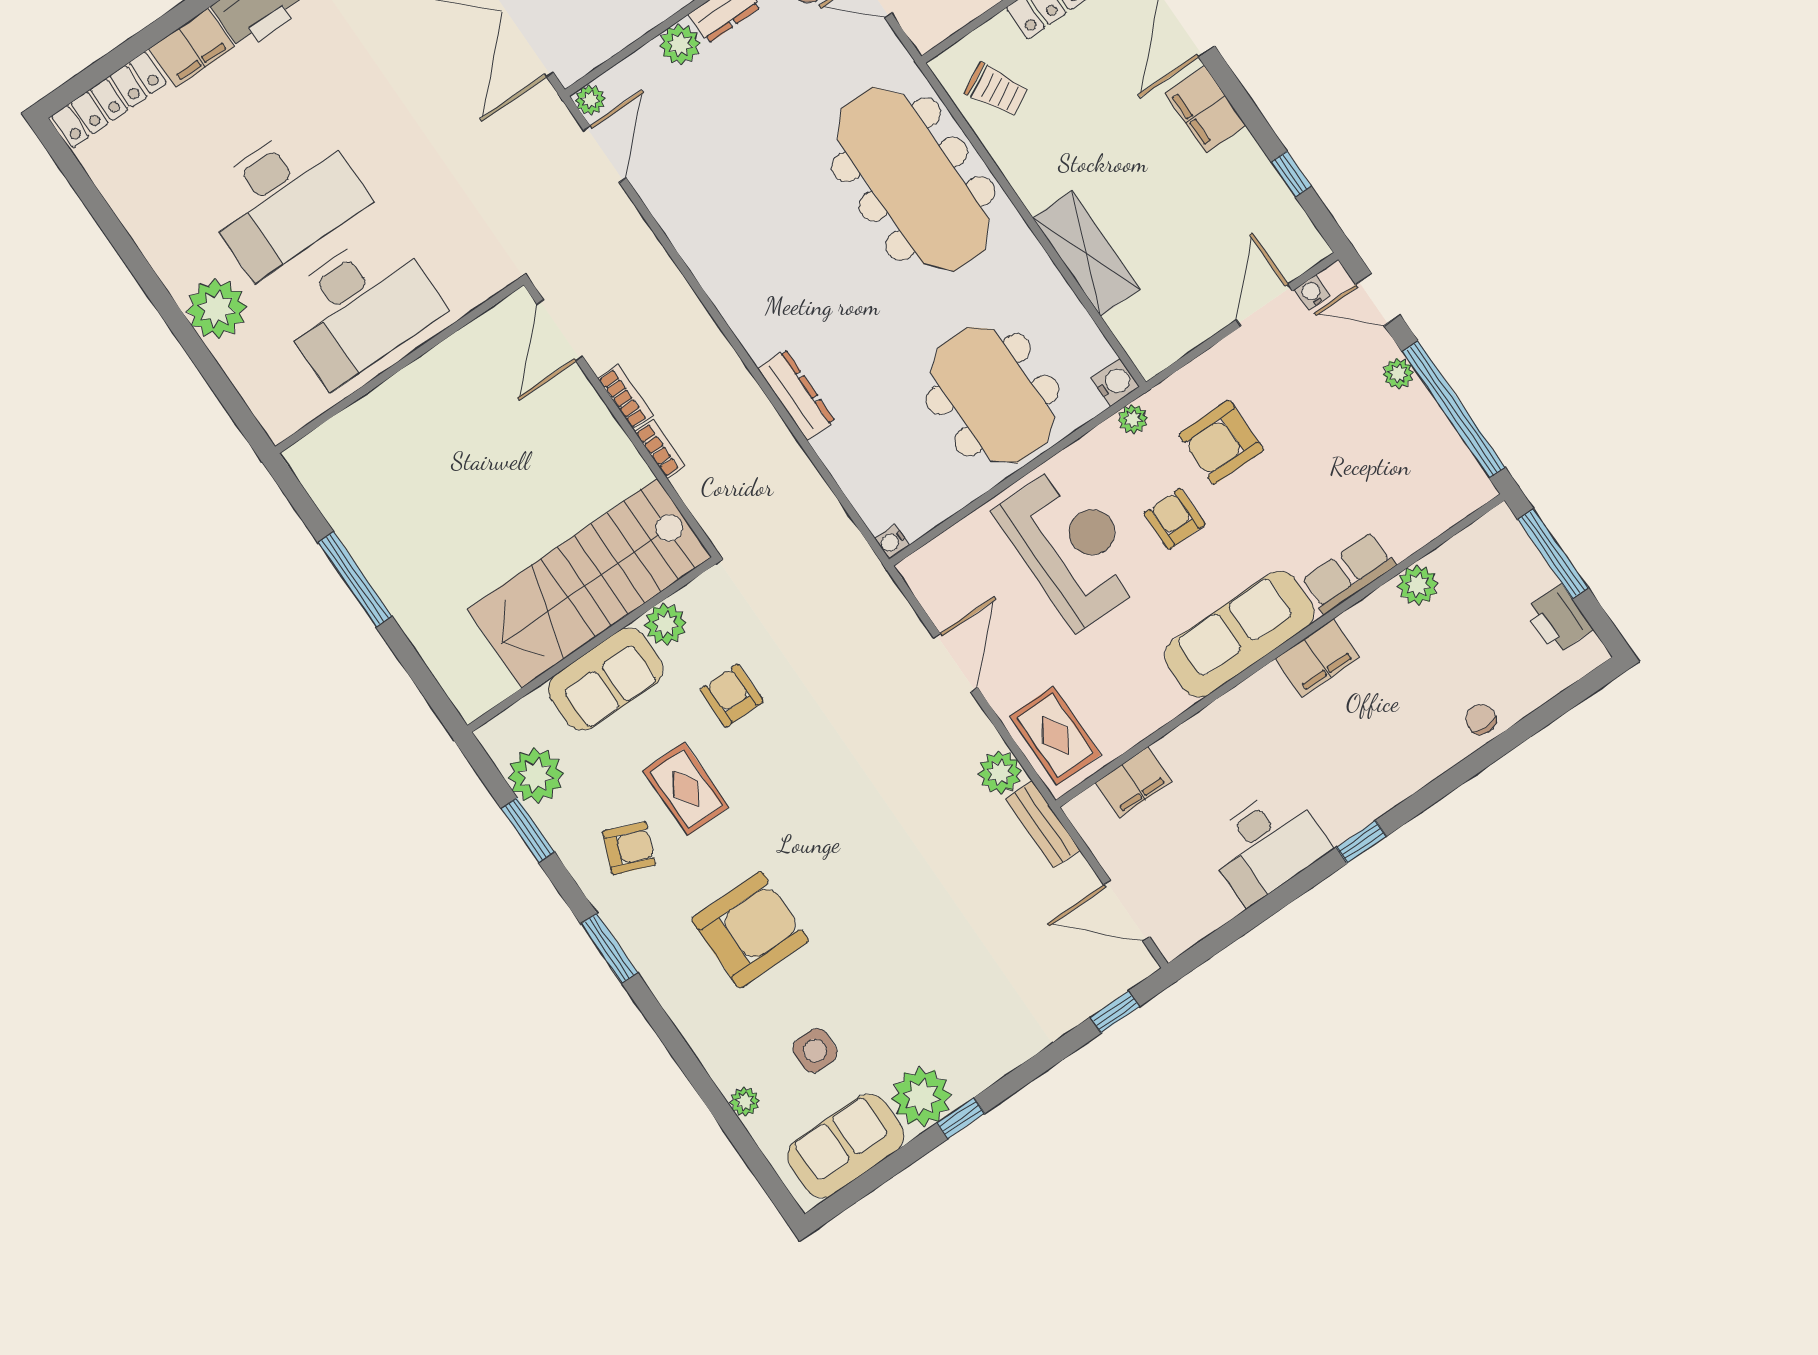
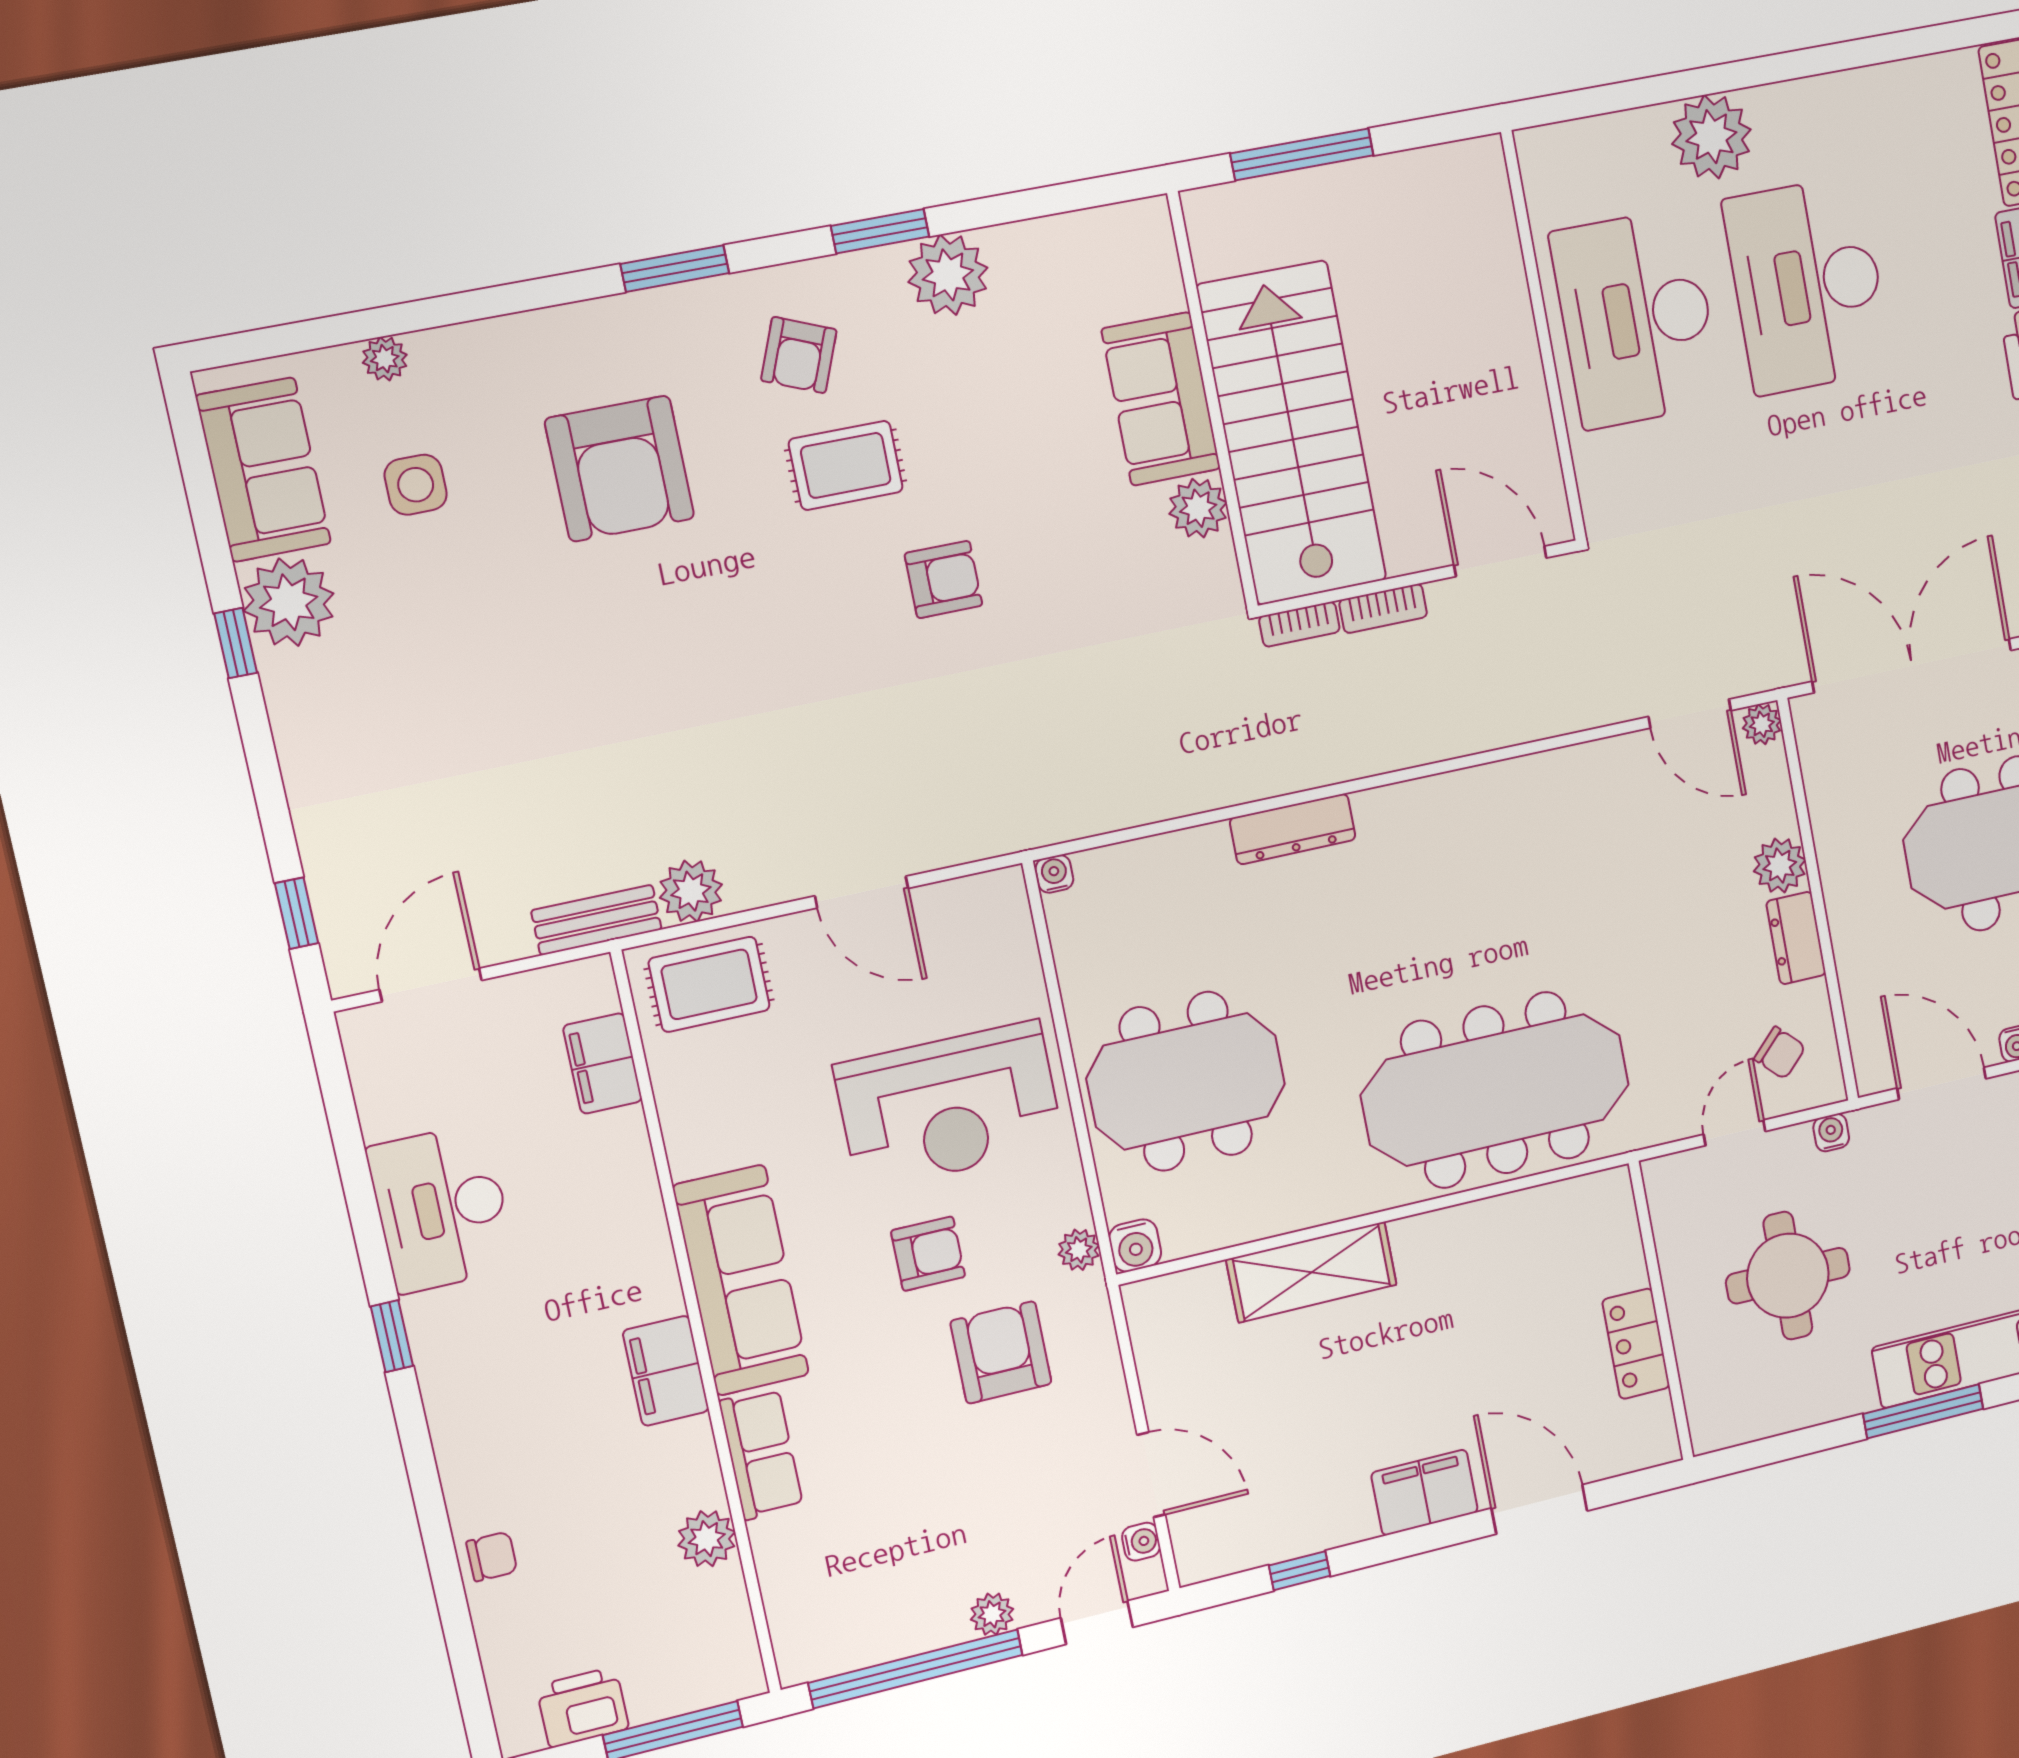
trolley: (997, 90) -> (1559, 1239), removed
stairs: (589, 583) -> (1292, 433), moved
plant: (665, 624) -> (1198, 508), moved
wall: (592, 645) -> (1213, 401), moved
sofa: (606, 679) -> (1161, 399), moved

